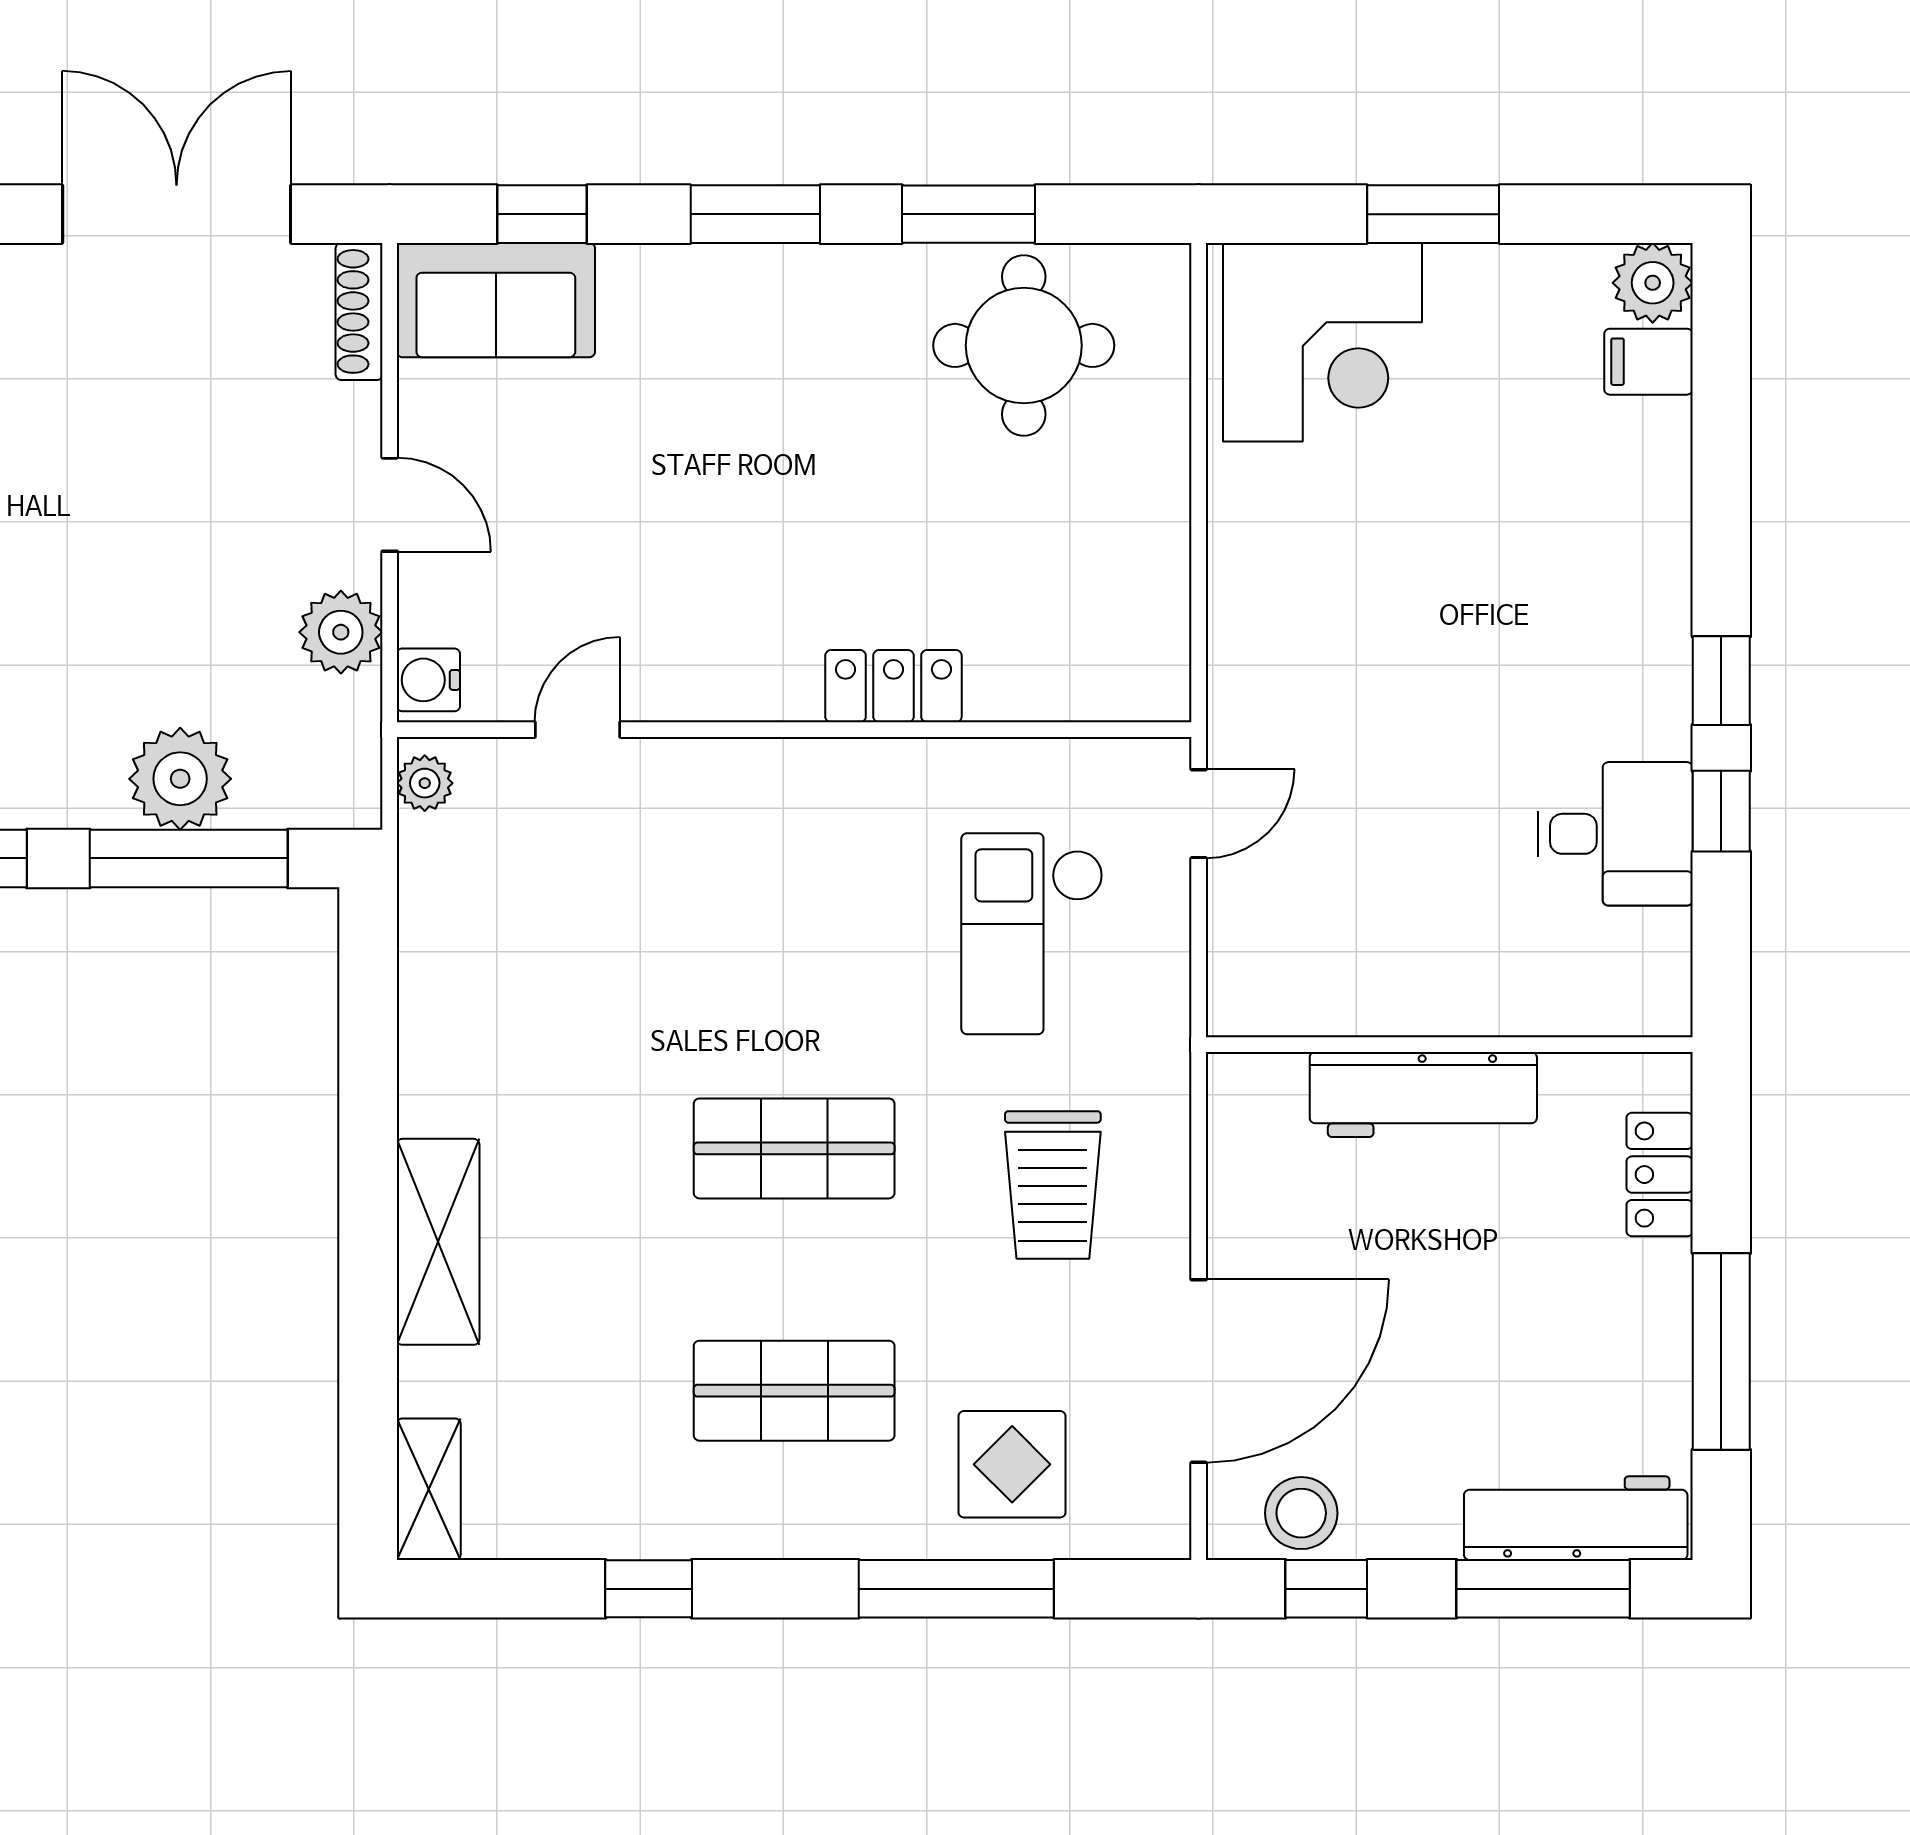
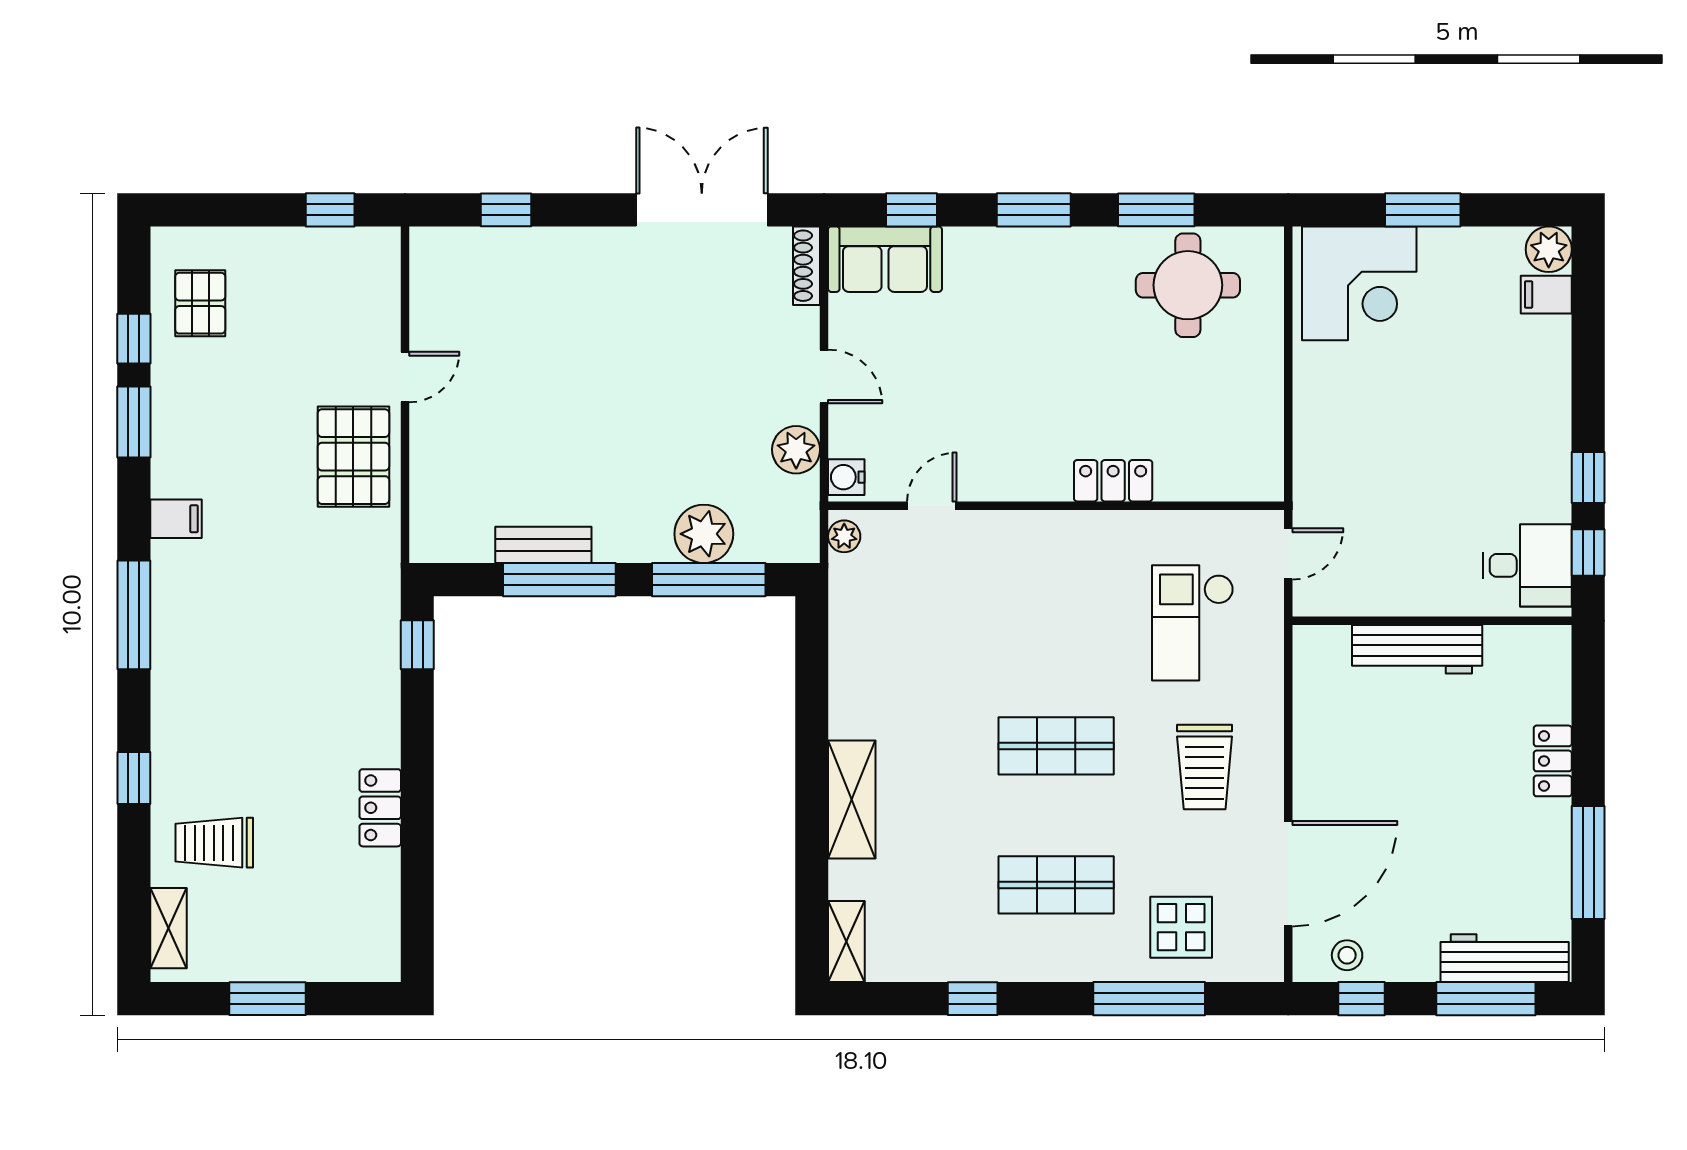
wall: (1449, 1045) -> (1432, 621), moved
workbench: (1423, 1094) -> (1417, 649), moved
stool: (1301, 1513) -> (1347, 955), width x0.73, depth x0.73

